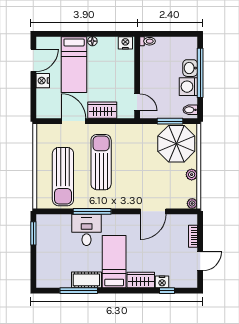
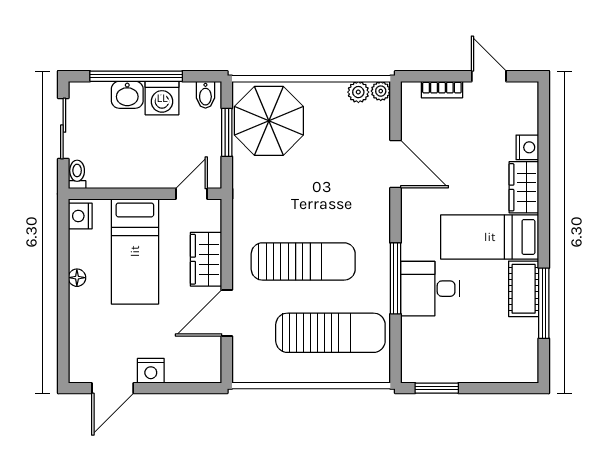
sliding door: (172, 34) -> (63, 129), added
door: (33, 60) -> (113, 388), swing flipped
bed: (74, 65) -> (135, 251), moved, turned 90
sun lounger: (101, 162) -> (303, 261), turned 180
plant: (192, 175) -> (358, 92), moved
window: (167, 291) -> (544, 138), removed

